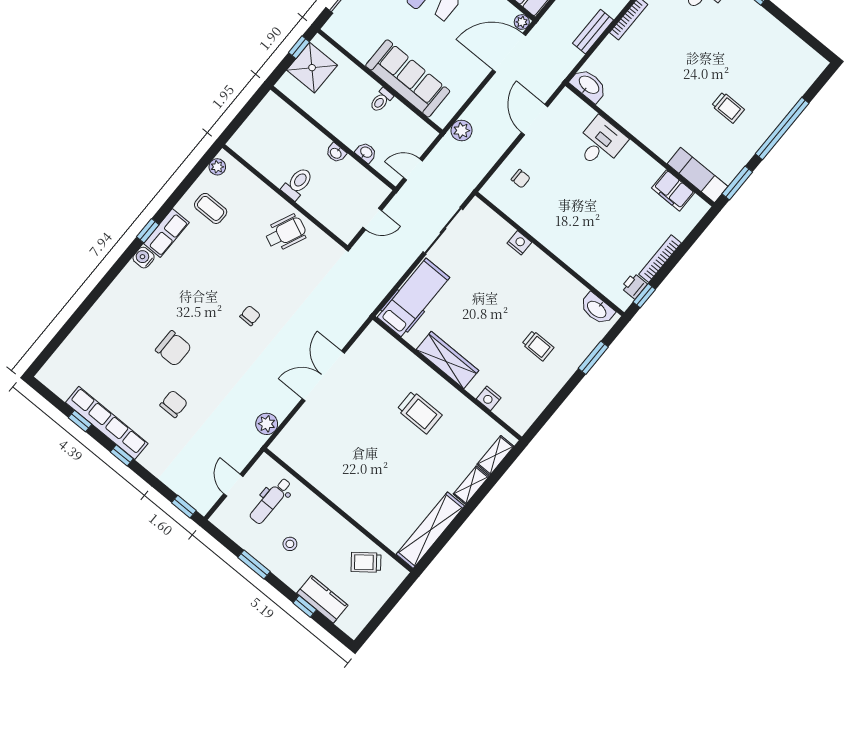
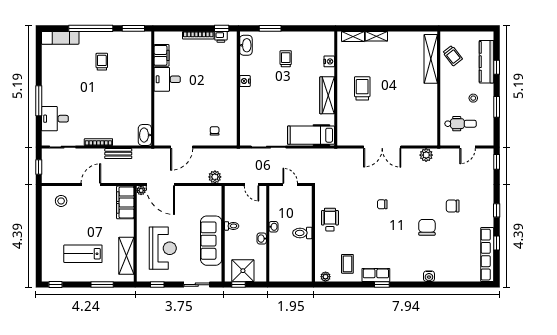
sofa: (408, 78) -> (211, 241), moved
desk: (600, 143) -> (167, 79), moved
washbasin: (366, 152) -> (262, 239), moved
exam couch: (698, 175) -> (60, 38), moved, turned -90
wheelchair: (286, 233) -> (330, 220), turned 66
nightstand: (519, 243) -> (245, 81), moved
water cooler: (144, 258) -> (429, 276), moved
row of seats: (107, 423) -> (487, 255), moved
shelving: (430, 530) -> (431, 59), moved, turned 90
kitchen counter: (322, 599) -> (487, 62), width x1.50

